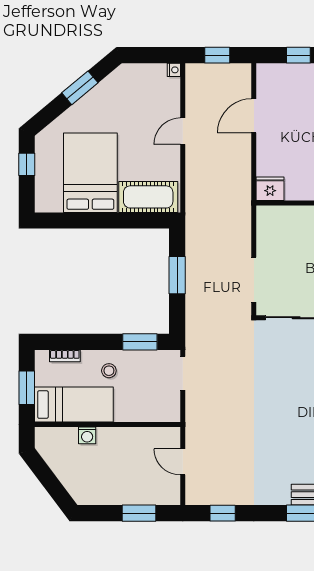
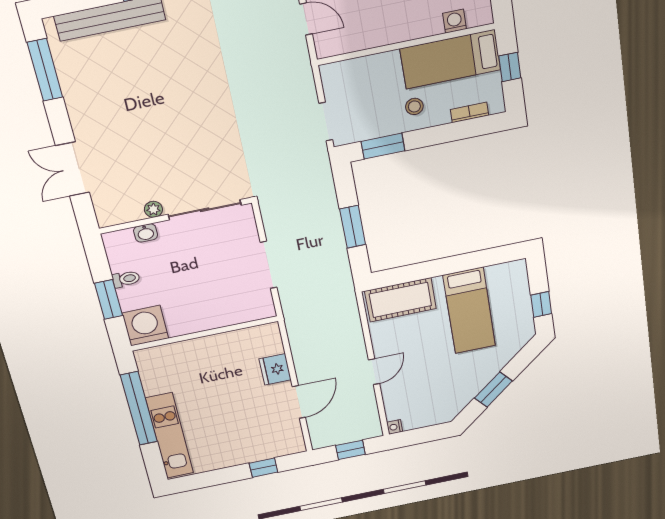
bed: (90, 173) -> (469, 311), width x0.67
fridge: (270, 189) -> (275, 369), moved, turned 90
doorway: (254, 280) -> (269, 265), moved
window: (27, 388) -> (510, 67), width x0.67
washing machine: (87, 435) -> (454, 21), moved

